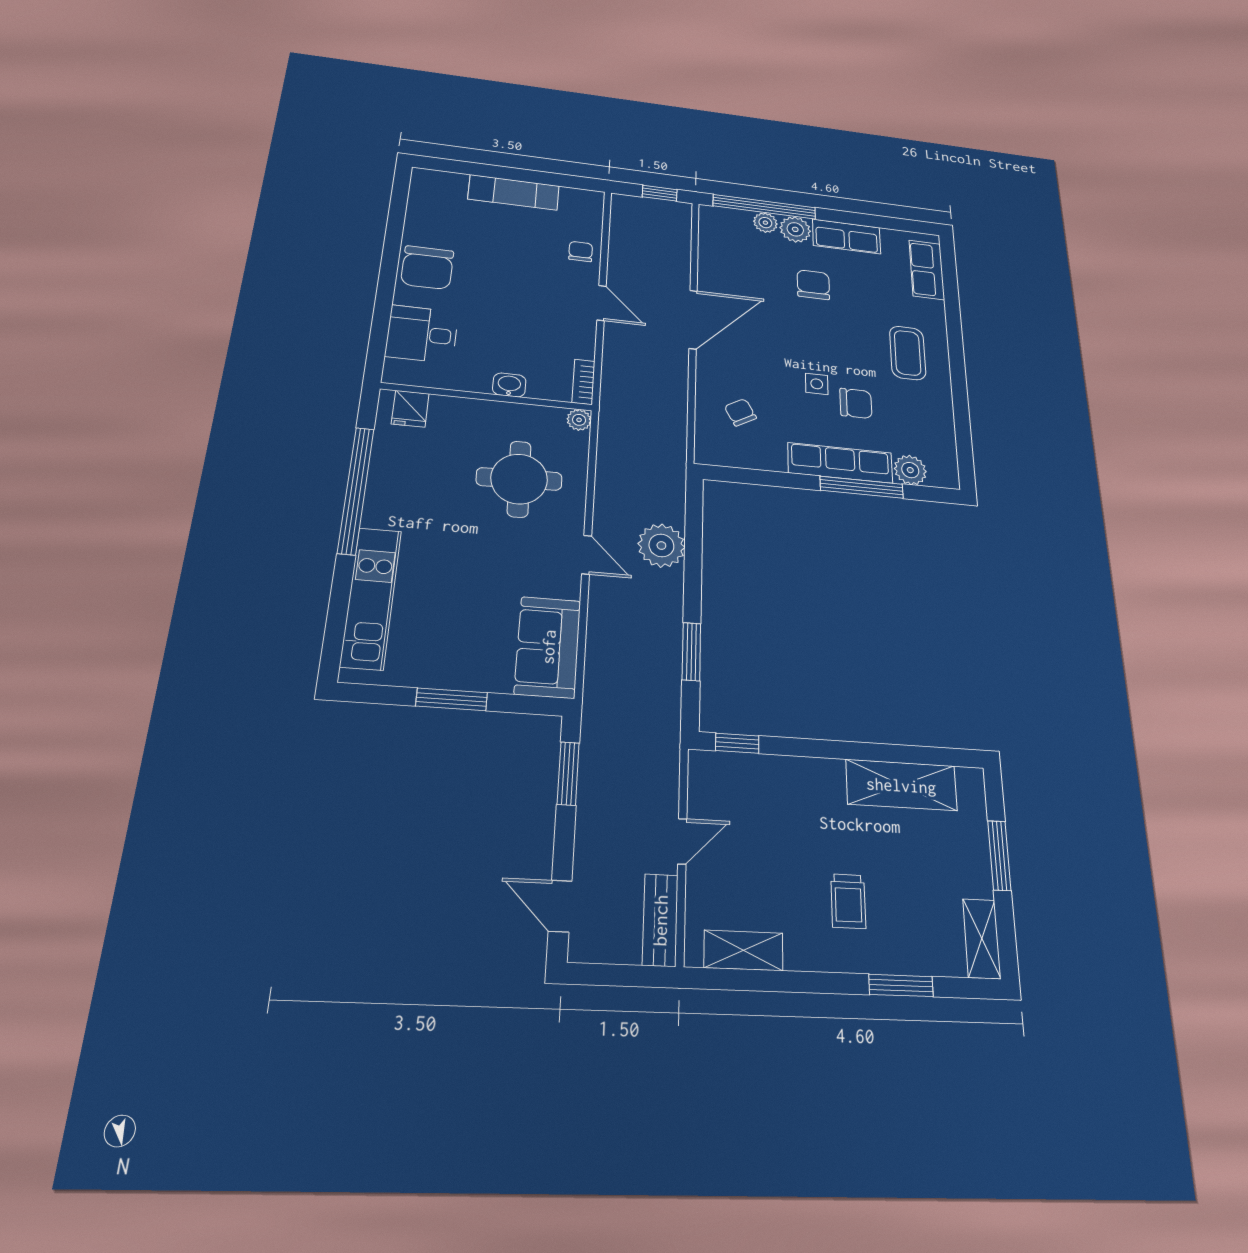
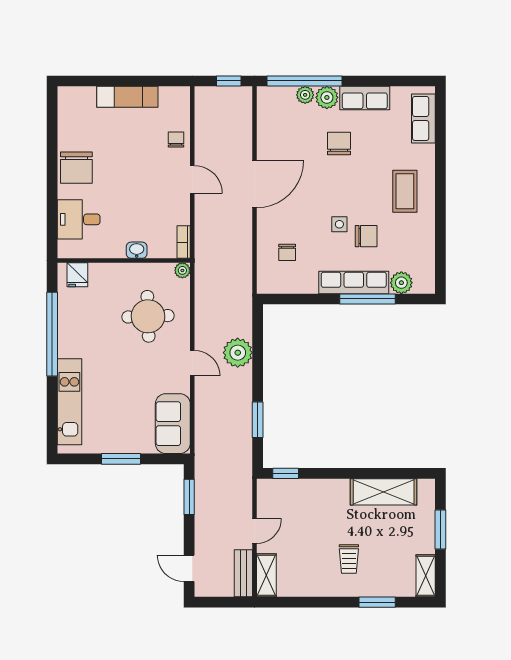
chair: (740, 412) -> (287, 252), turned -151
shelving: (743, 950) -> (266, 575), moved, turned 90

